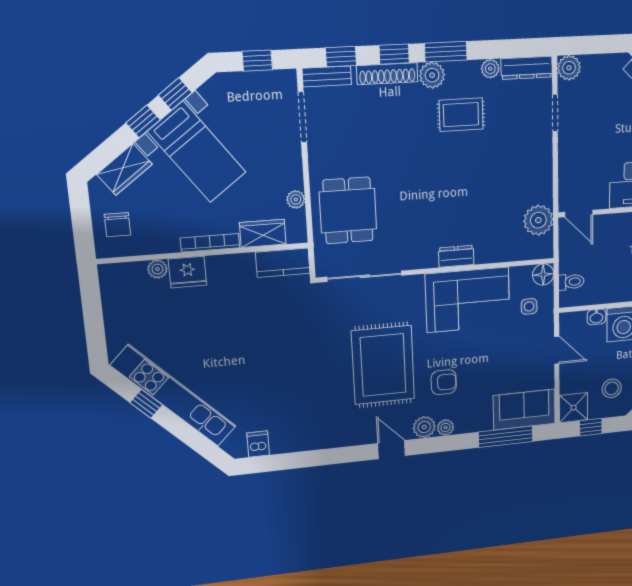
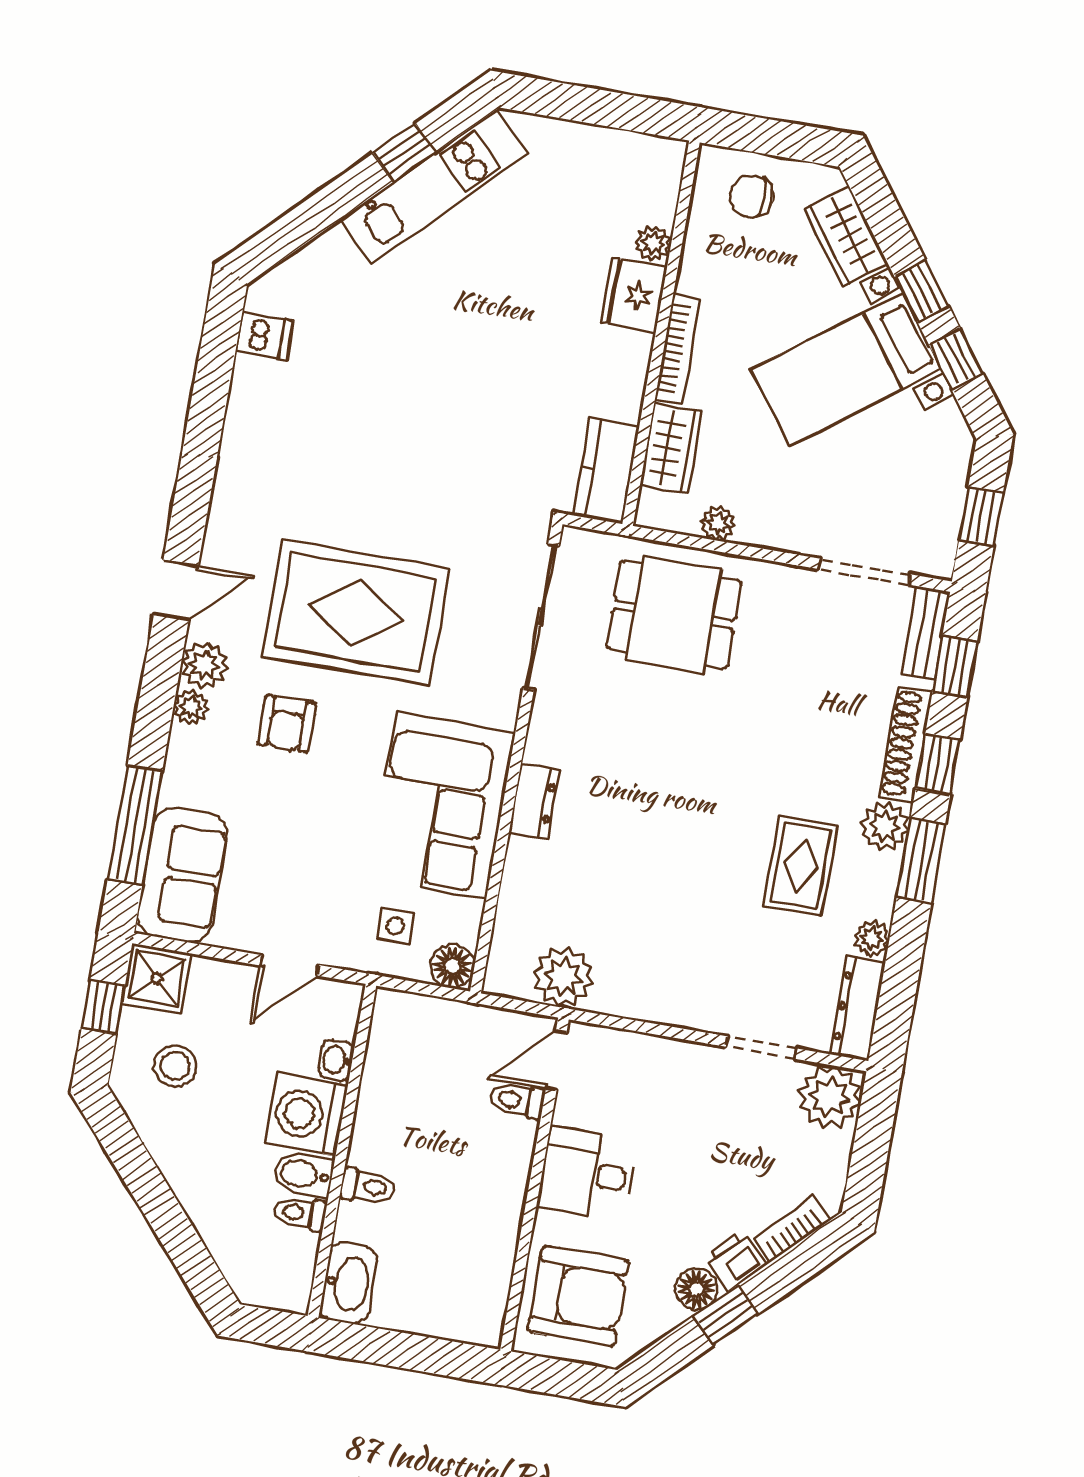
plant: (569, 68) -> (830, 1097), width x1.36, depth x1.36
toilet: (571, 282) -> (517, 1100), moved, turned 90
kitchen unit: (174, 396) -> (434, 187), width x0.73

